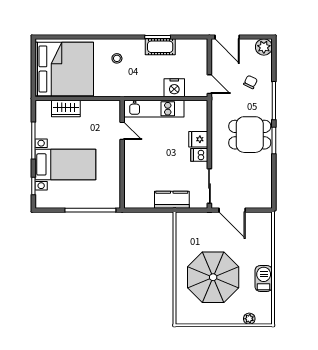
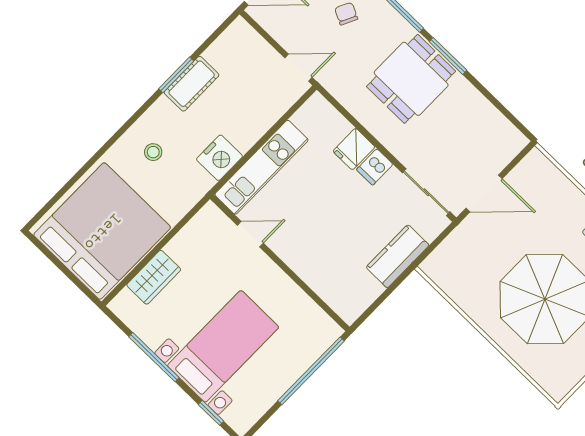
nightstand: (174, 88) -> (219, 158), moved

